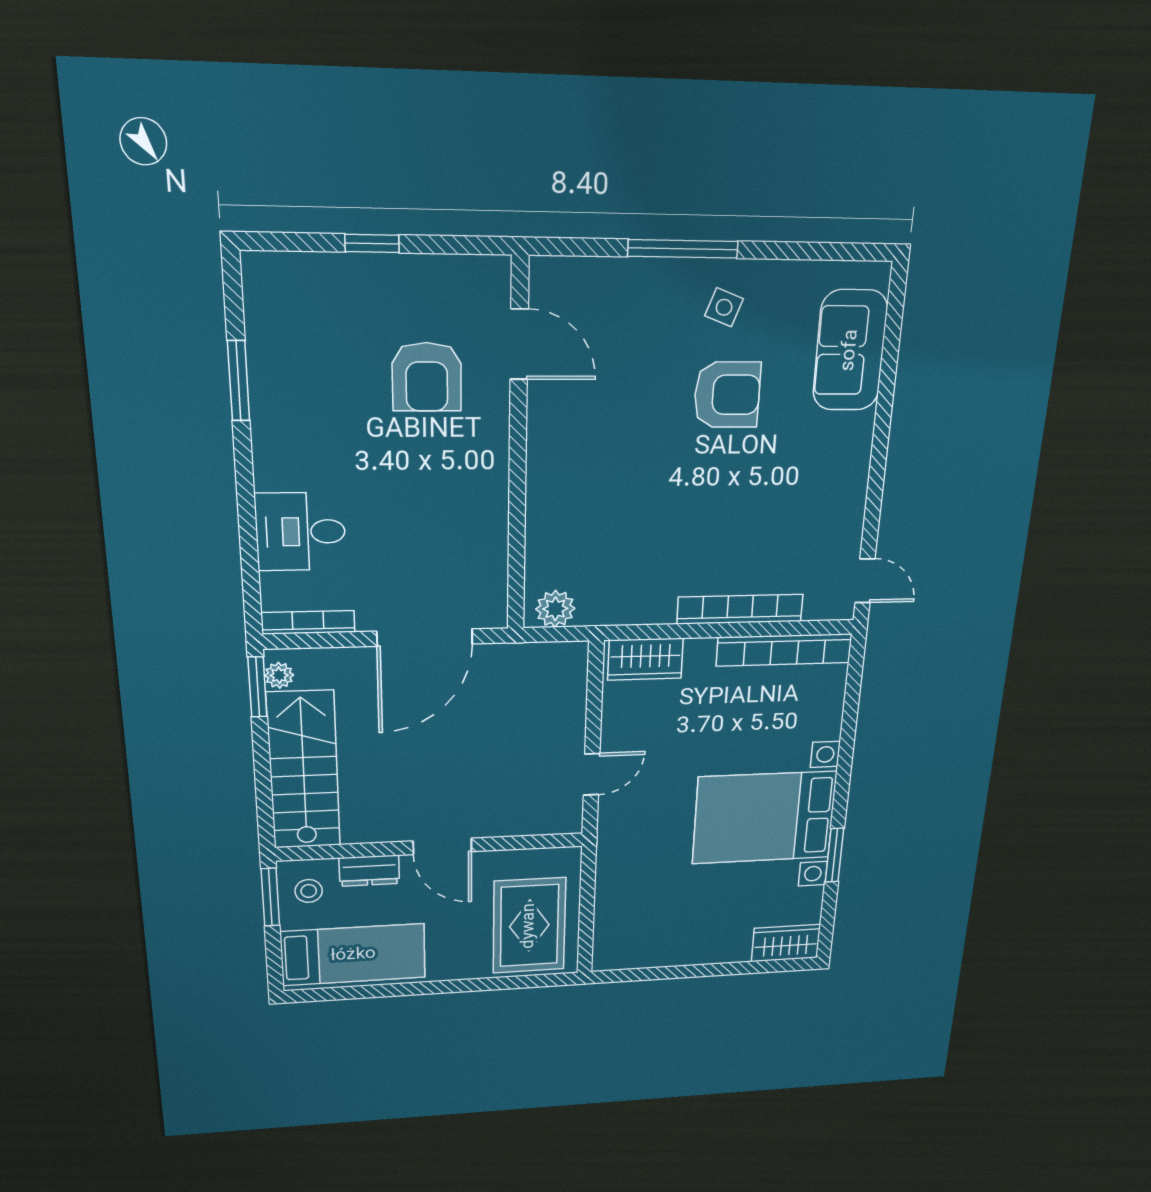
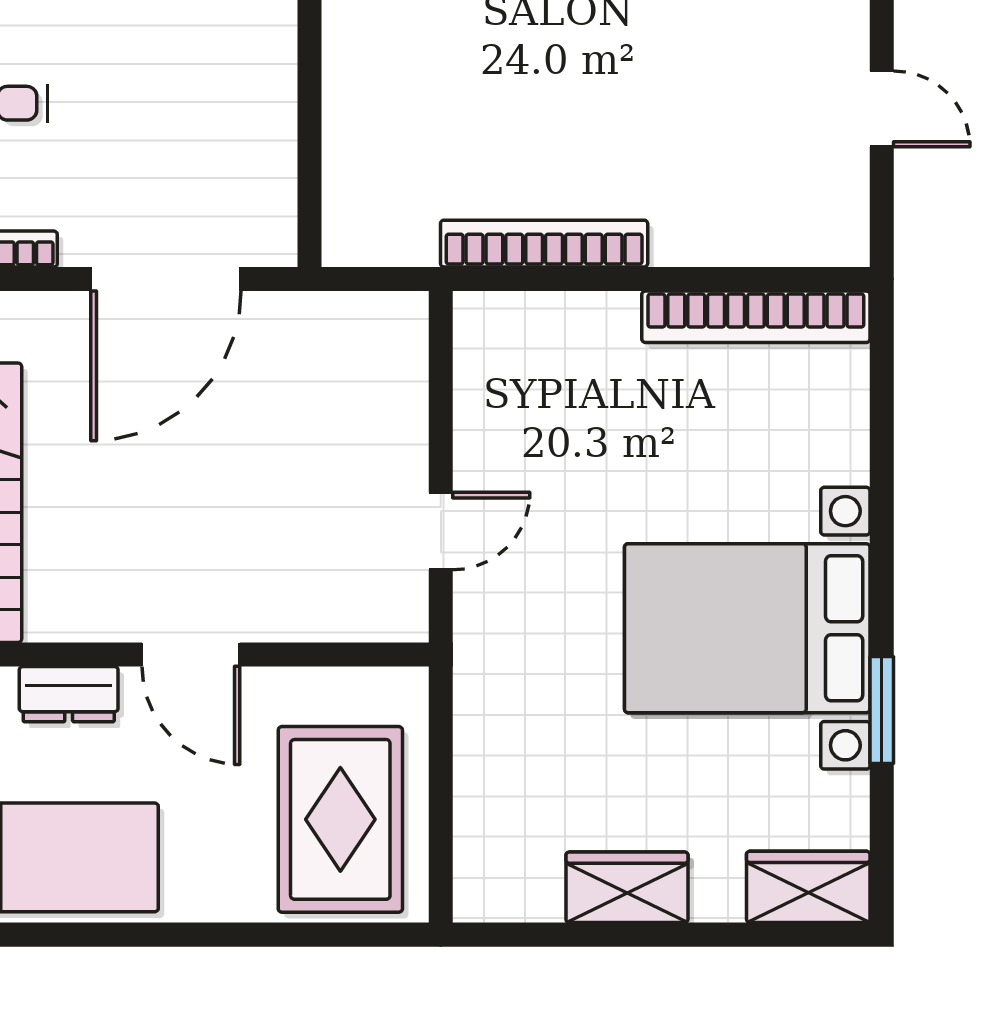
door: (865, 581) -> (882, 109), moved
plant: (555, 609) -> (373, 236), removed
bookcase: (740, 609) -> (544, 244), moved
wardrobe: (645, 659) -> (627, 887), moved, turned 180

